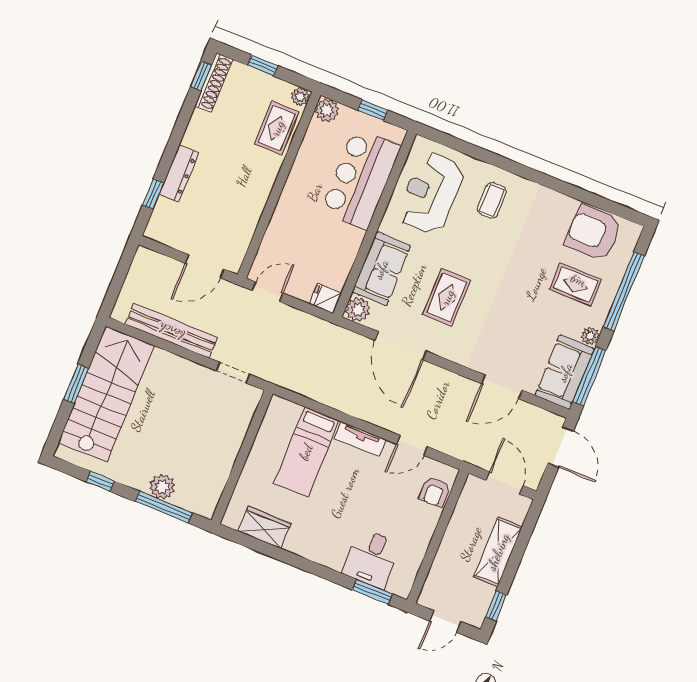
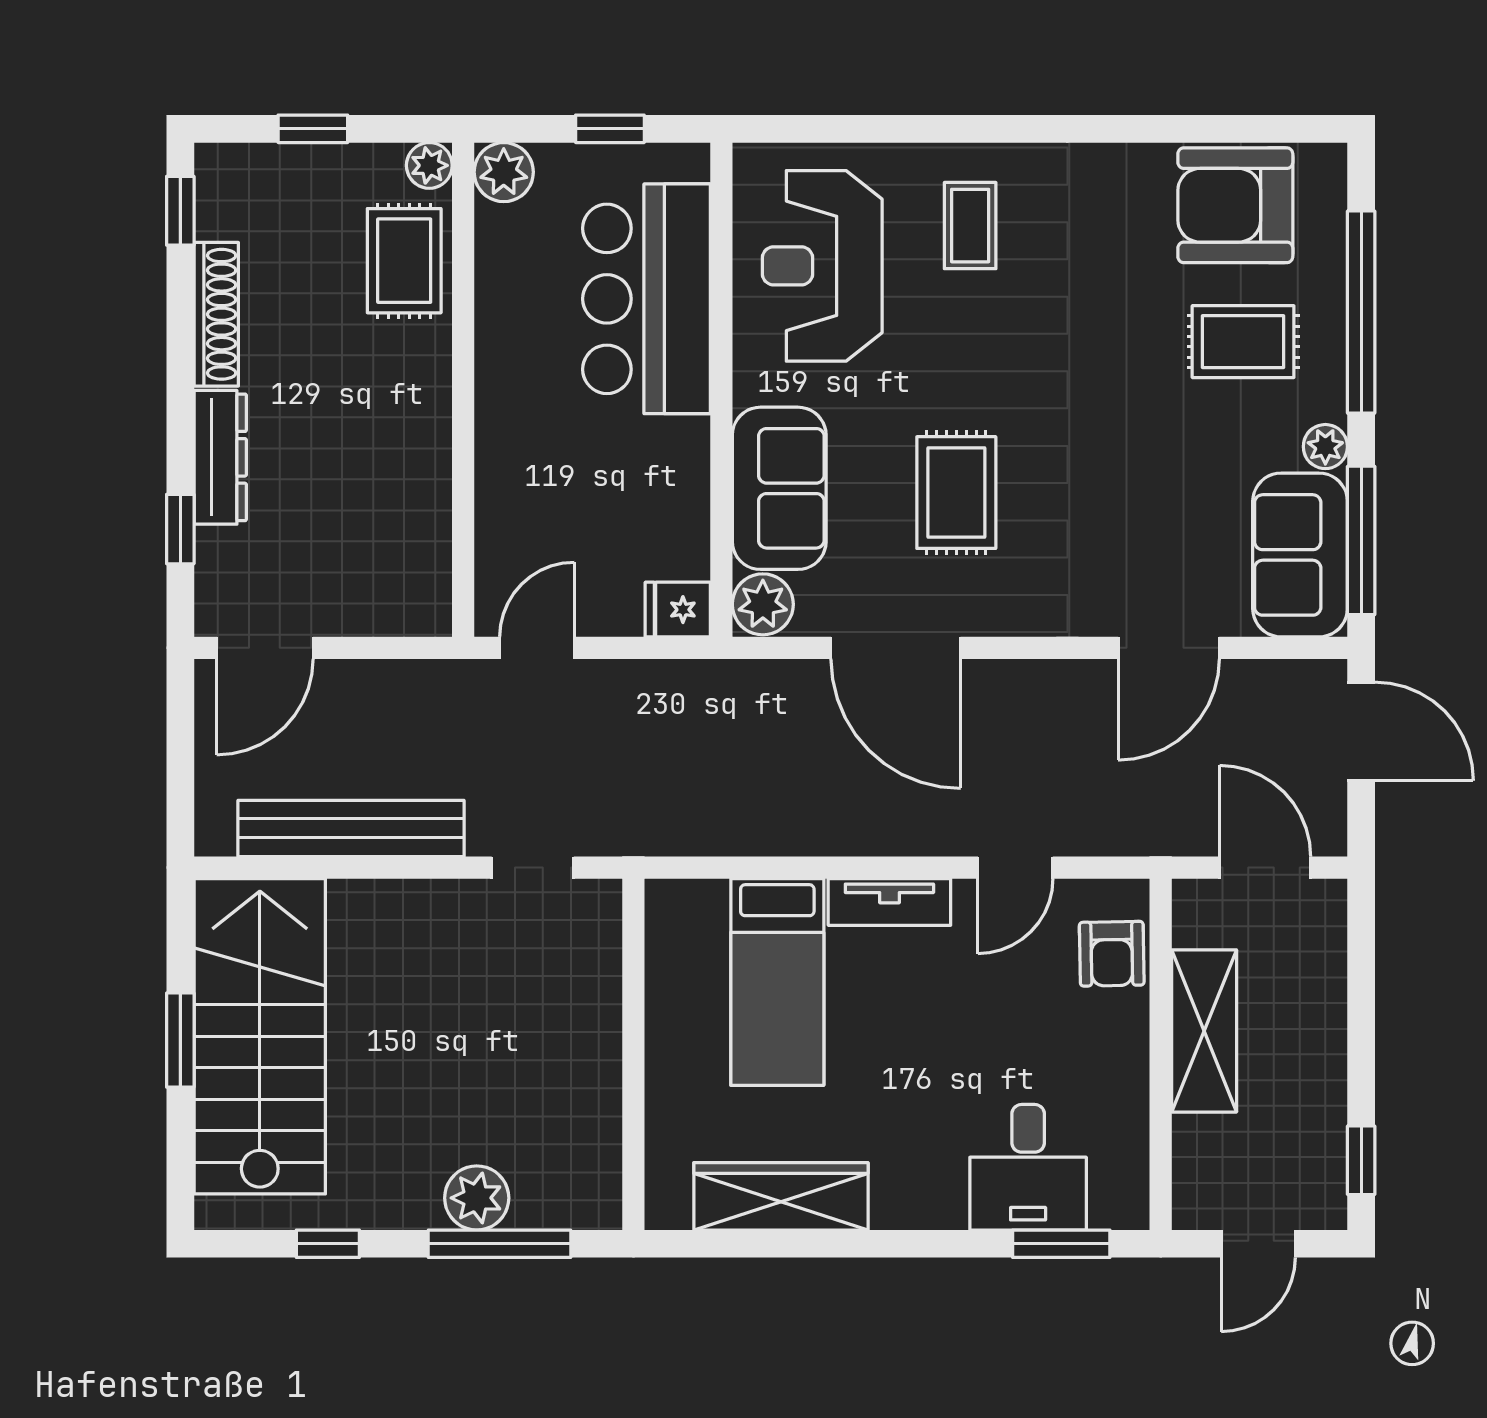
shoe rack: (214, 83) -> (216, 314), moved
door: (205, 266) -> (265, 648), moved
wardrobe: (265, 528) -> (781, 1196), width x1.50
shelving: (498, 552) -> (1204, 1031), moved

